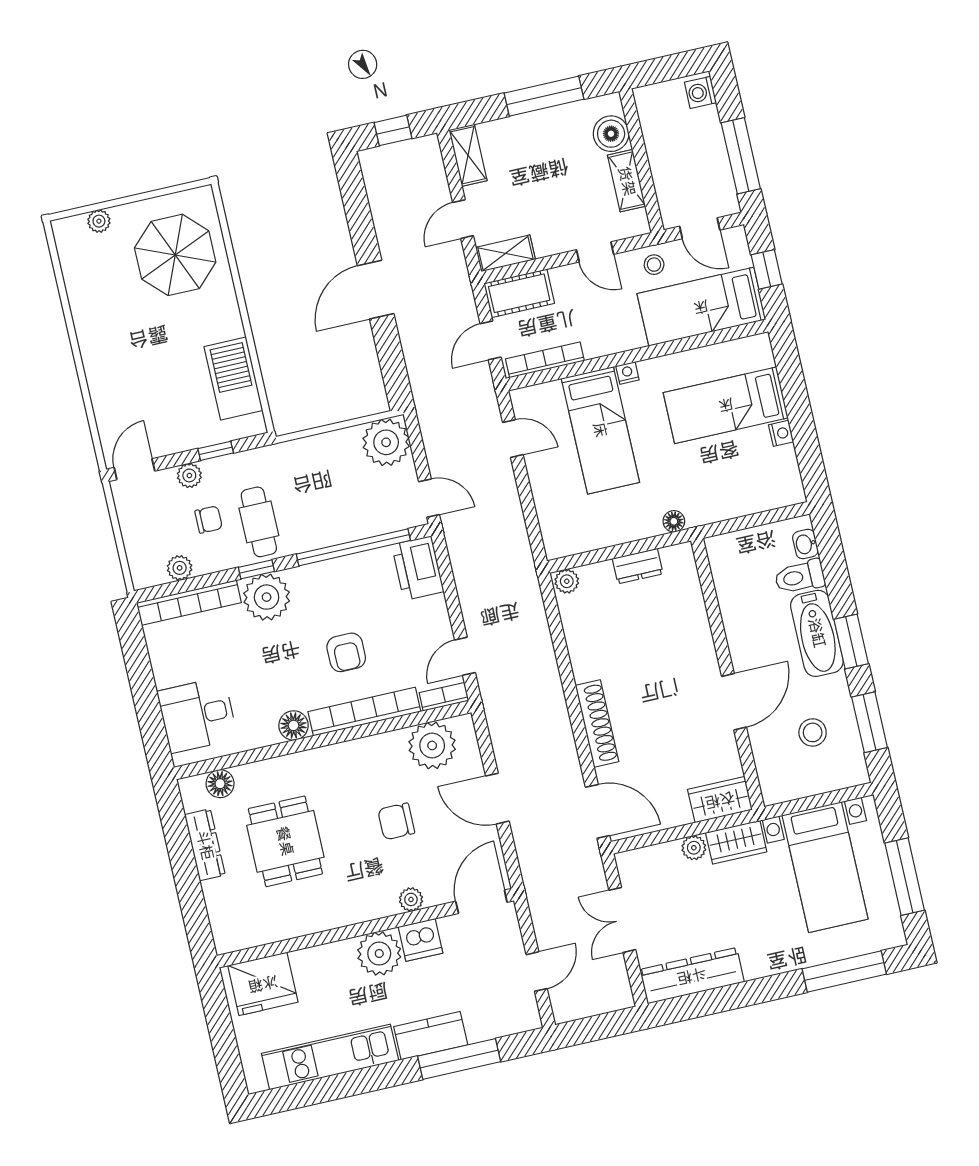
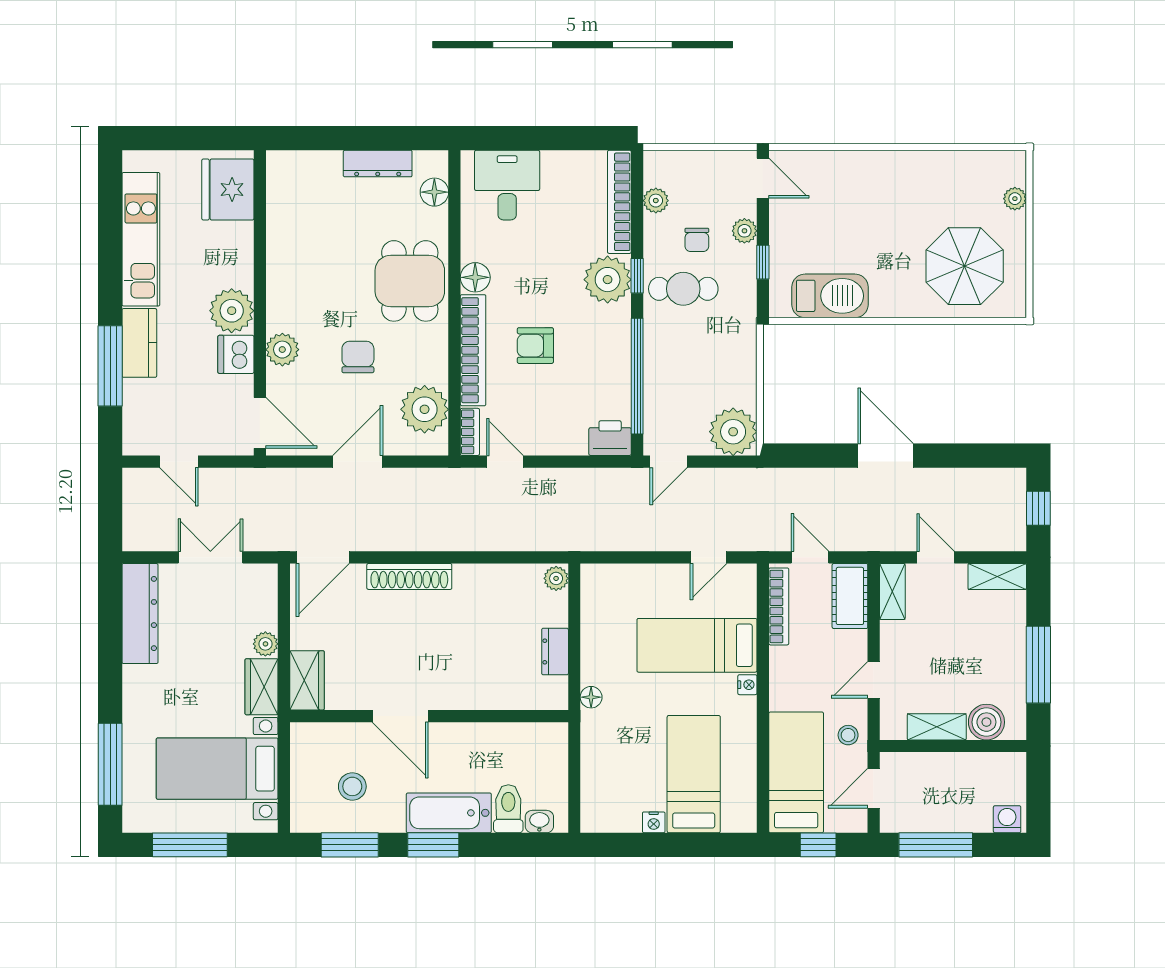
printer: (418, 568) -> (610, 438), width x0.73, depth x0.84
dining table: (285, 841) -> (410, 281), moved, turned 90
plant: (411, 899) -> (282, 350), width x1.38, depth x1.38

